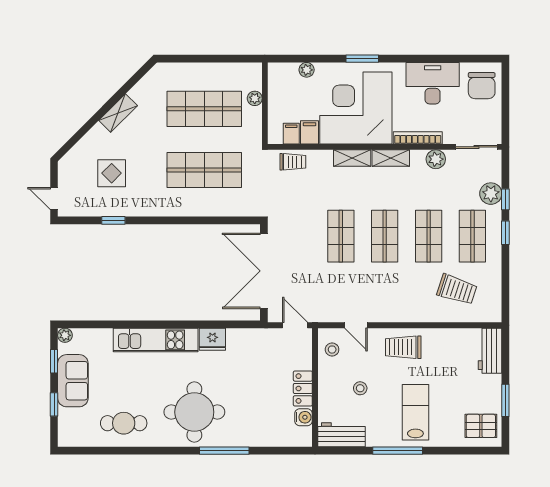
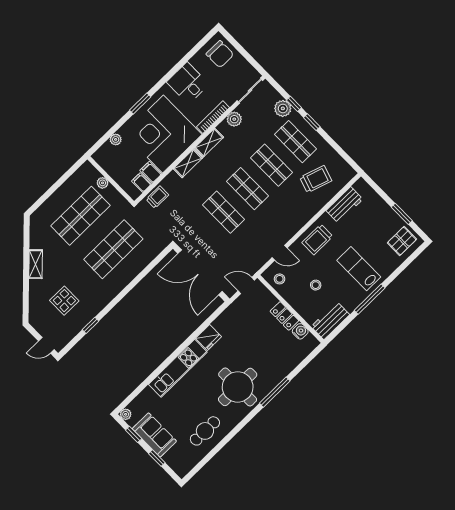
desk: (433, 83) -> (188, 83), width x0.73
workbench: (490, 351) -> (344, 205), moved, turned -90

